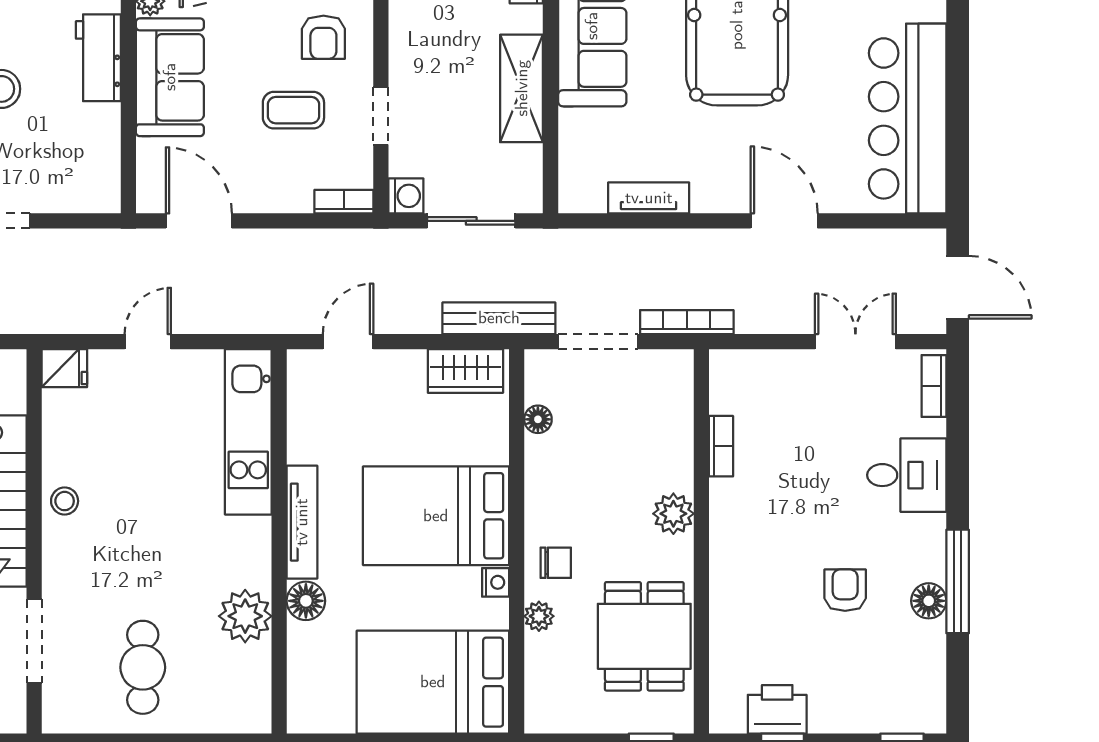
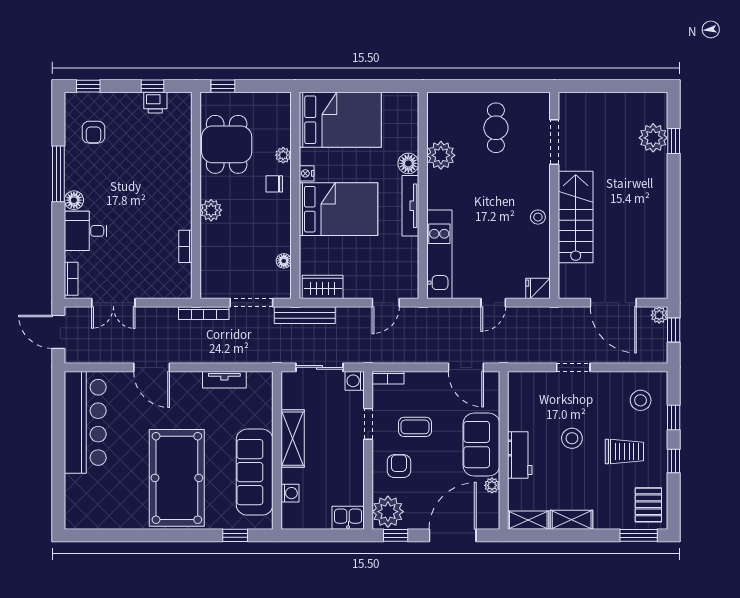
armchair: (845, 590) -> (93, 132), moved
floor lamp: (929, 601) -> (74, 200), moved
printer: (777, 709) -> (155, 103), width x0.73, depth x0.81

